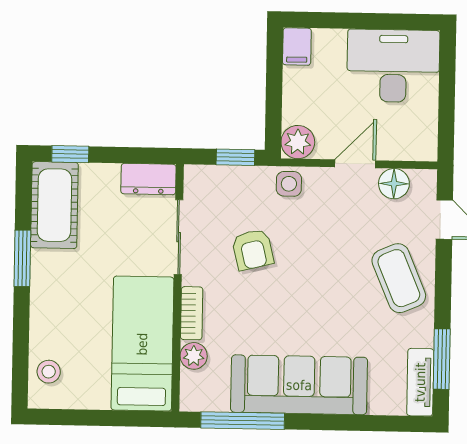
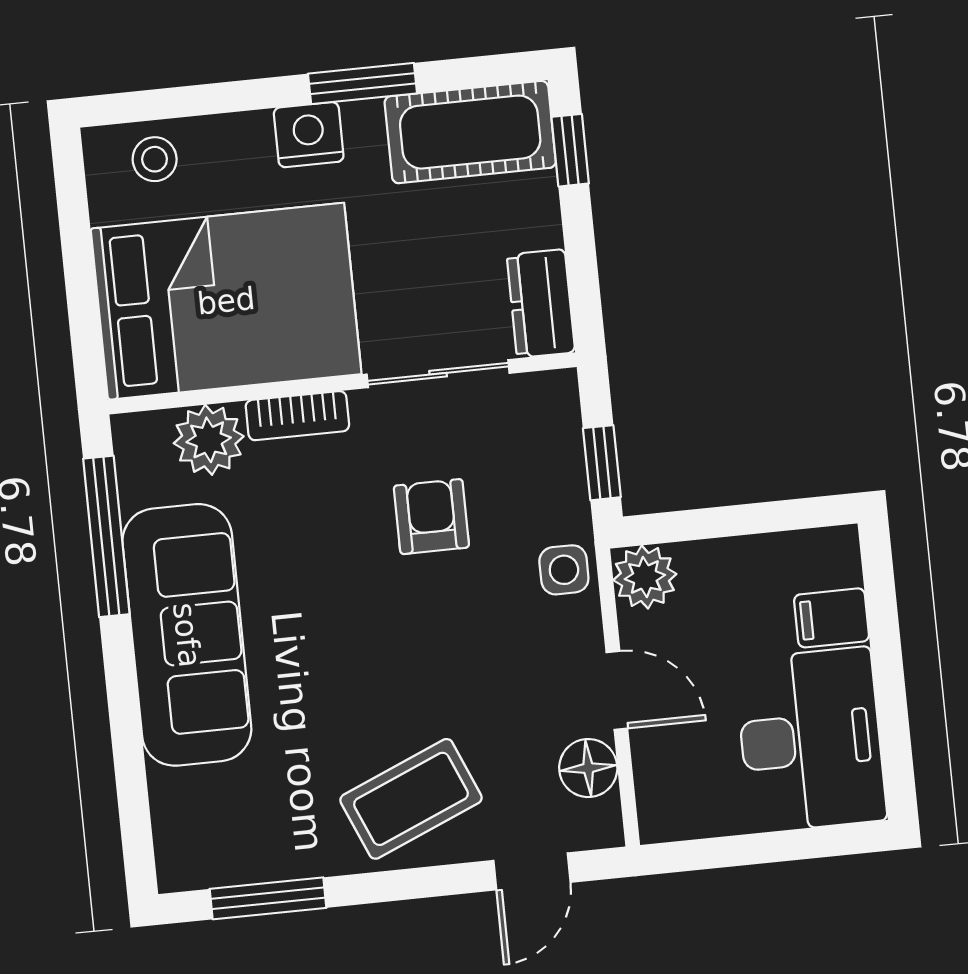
filing cabinet: (297, 47) -> (832, 618), moved
armchair: (253, 250) -> (431, 517), turned 104
nightstand: (46, 290) -> (309, 135), added
bed: (142, 344) -> (226, 301), width x1.50
plant: (194, 356) -> (209, 440), width x1.38, depth x1.38
tv unit: (420, 382) -> (219, 863), removed

